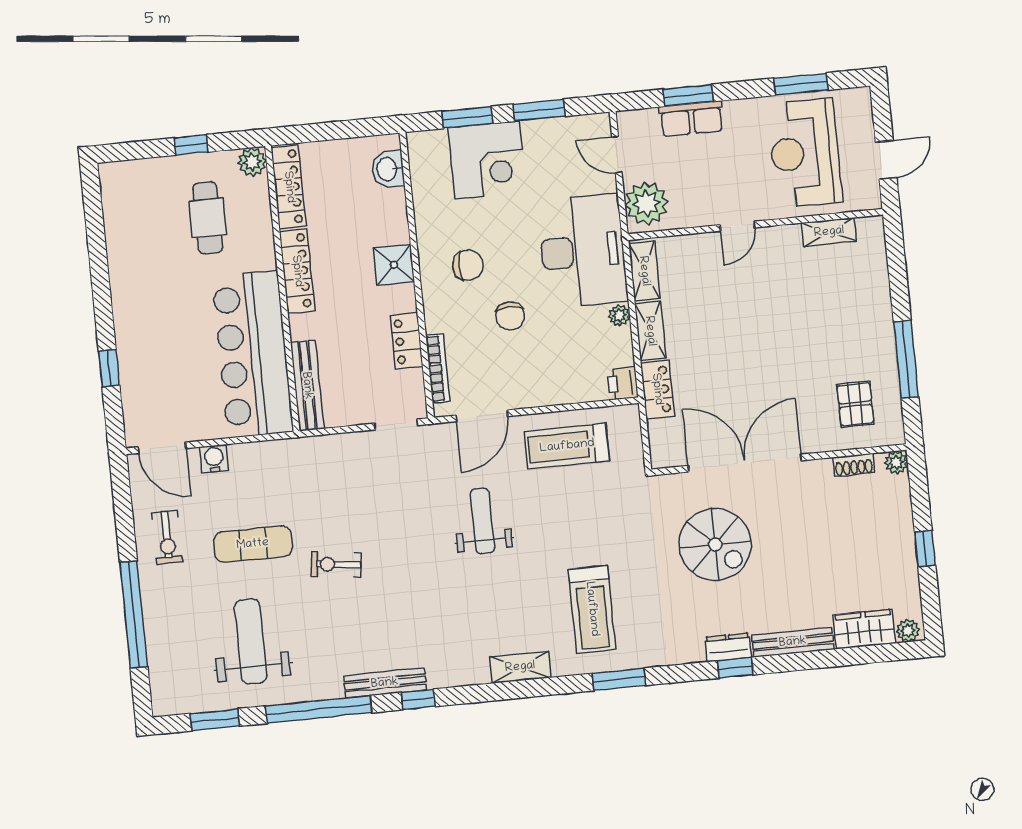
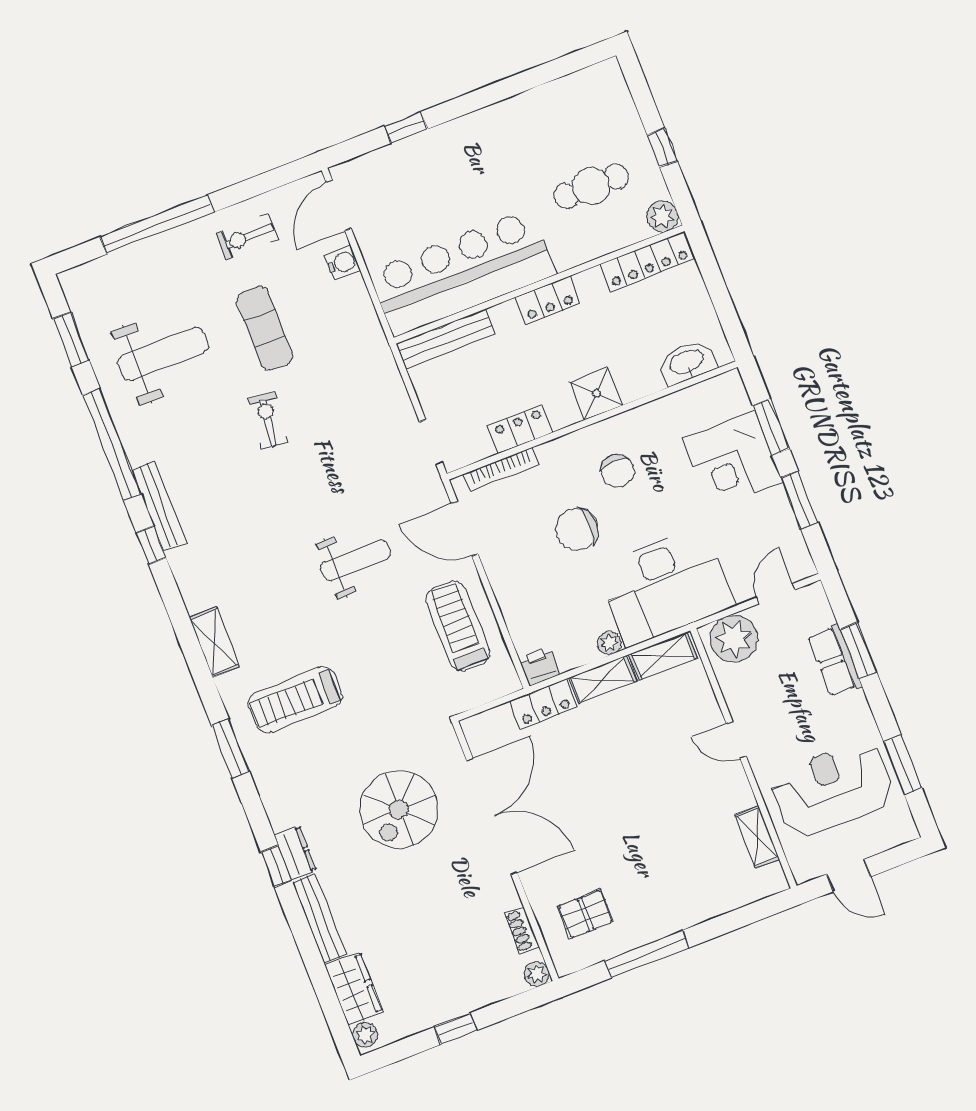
washbasin: (388, 169) -> (687, 362), width x1.38
locker: (297, 271) -> (548, 300), width x0.66
chair: (510, 316) -> (577, 529), width x1.37, depth x1.37

